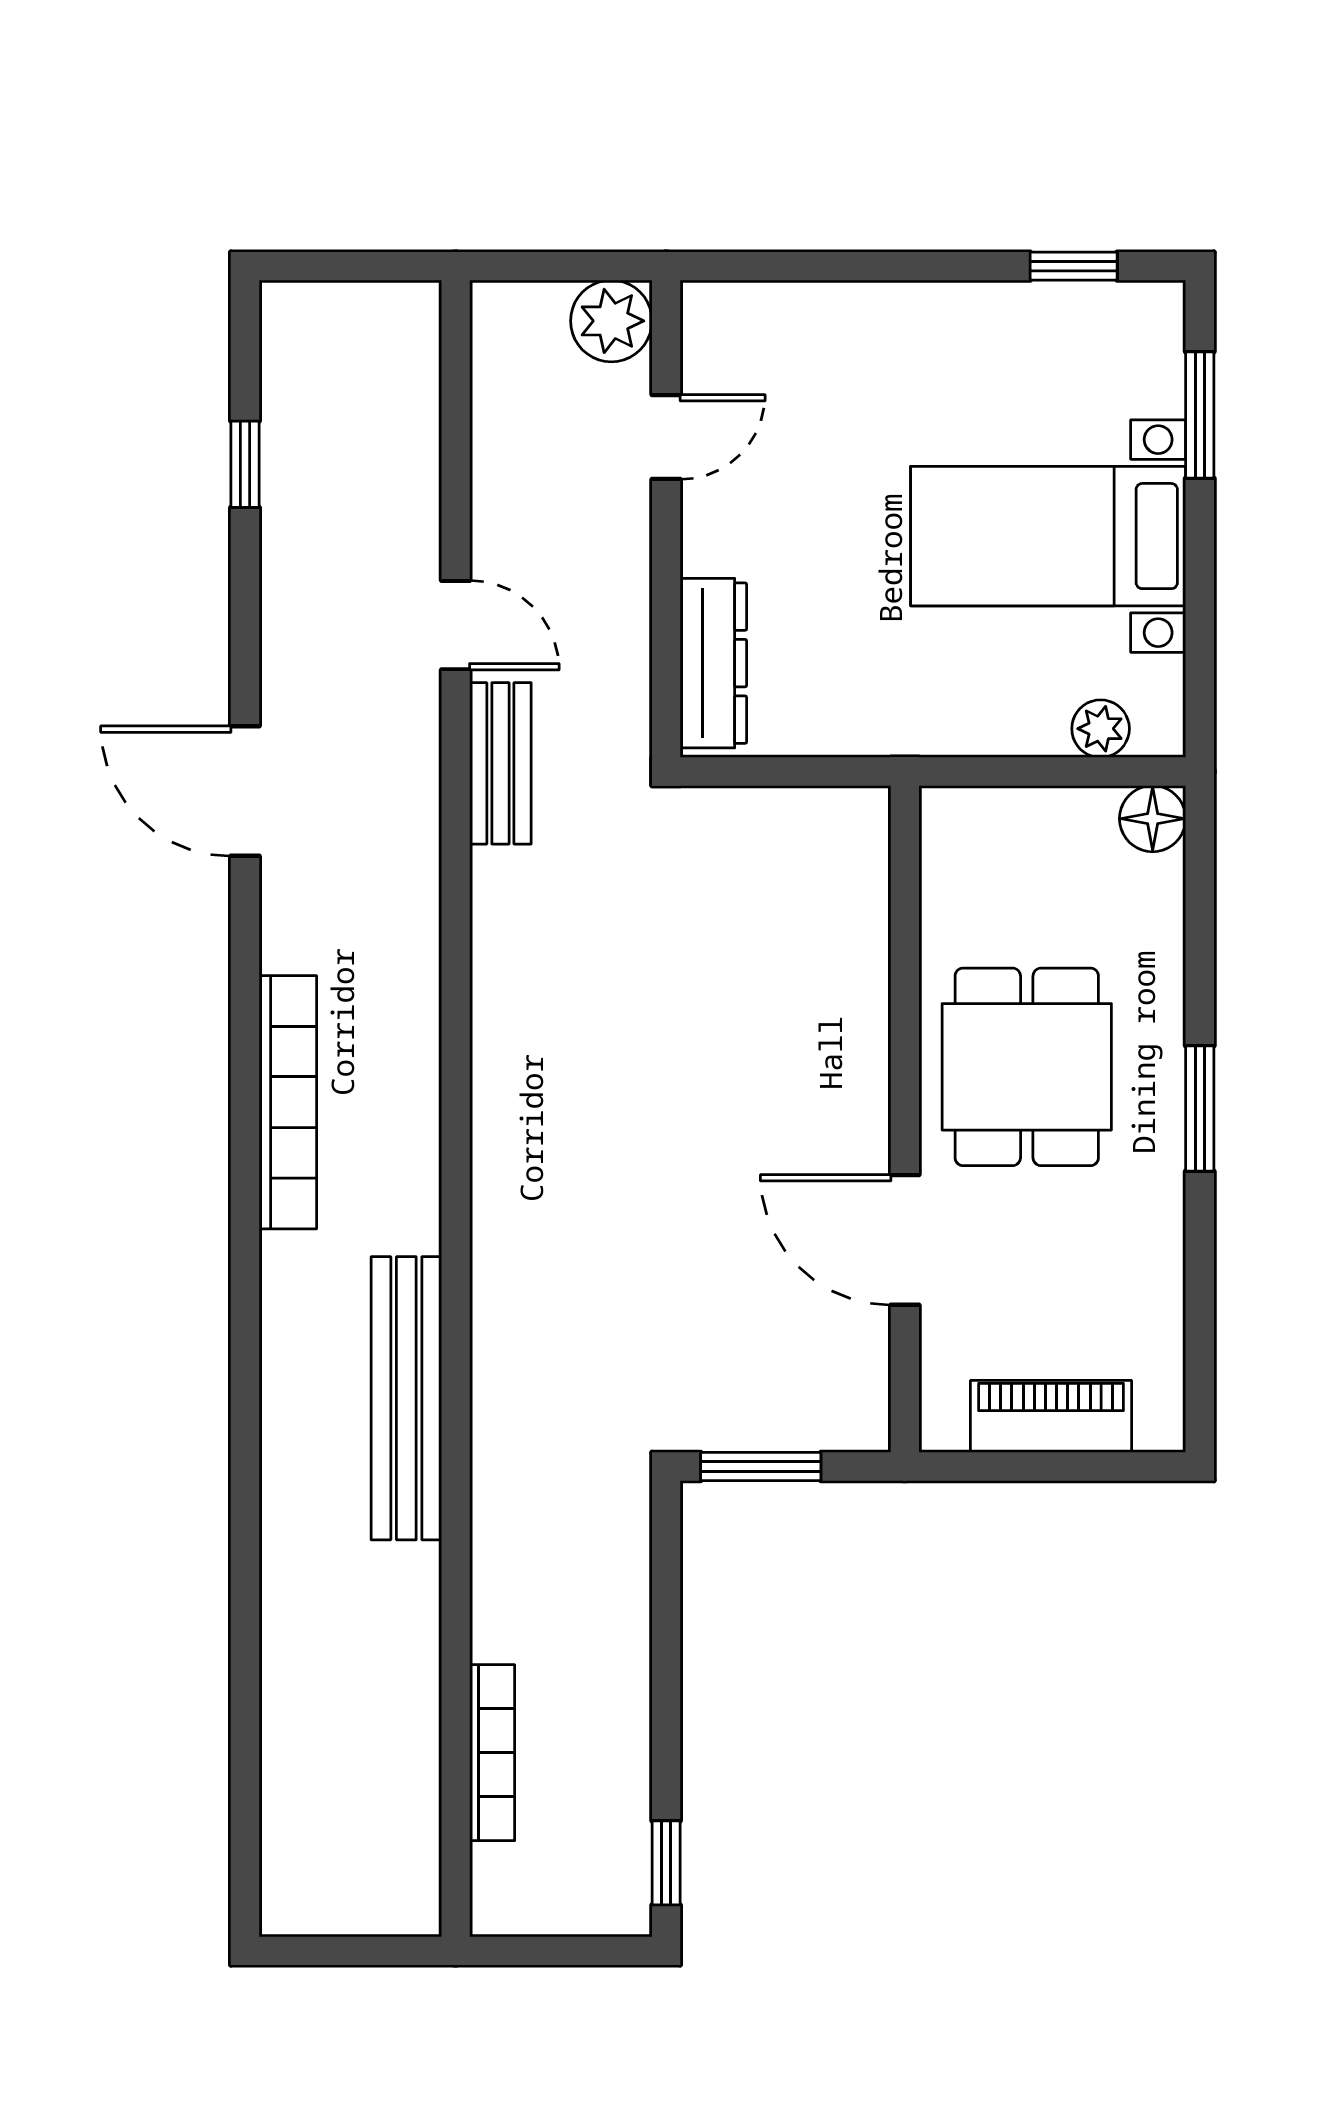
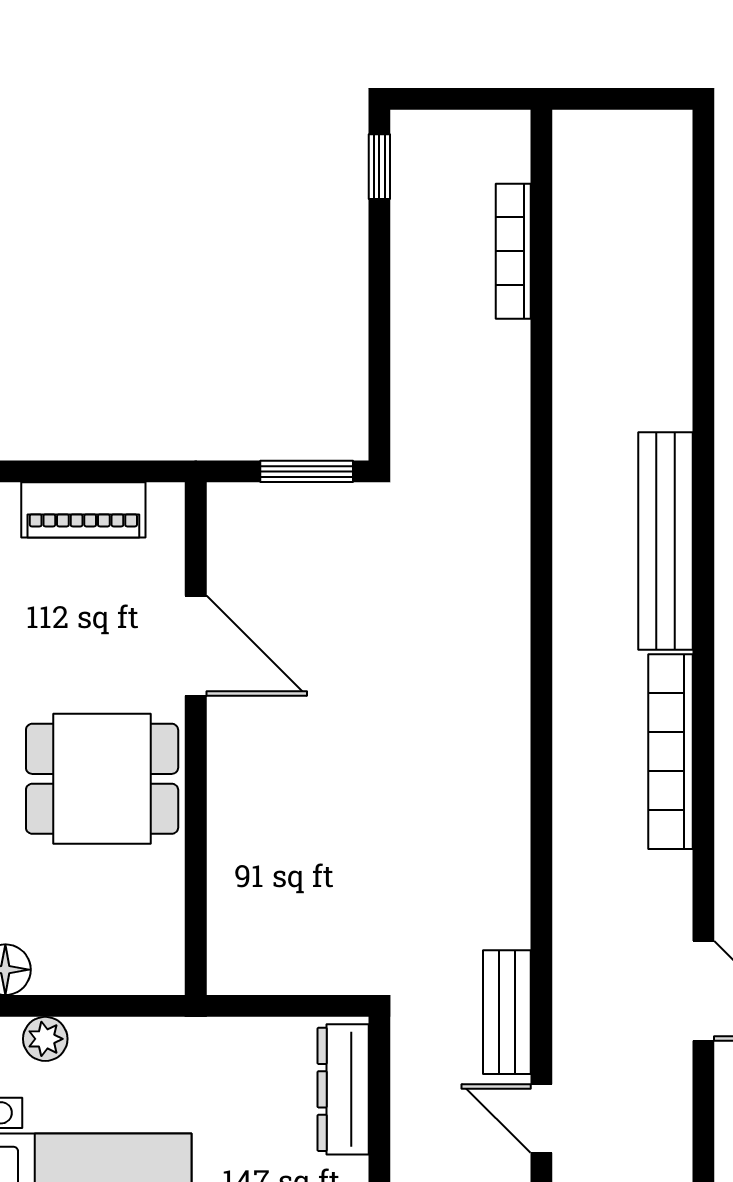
dining table: (1027, 1067) -> (102, 779), turned 90
bench: (406, 1398) -> (665, 541), moved

